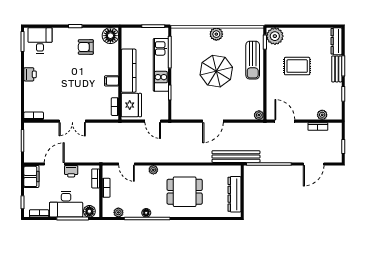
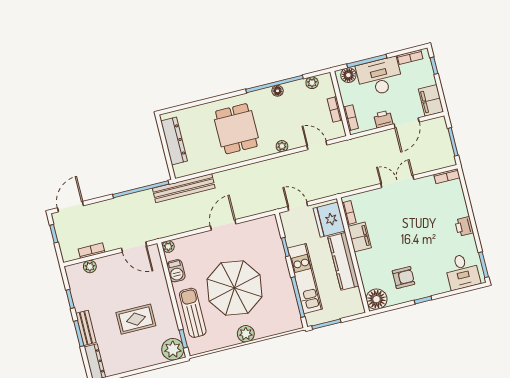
parasol: (216, 71) -> (234, 288), width x1.36, depth x1.36
filing cabinet: (112, 81) -> (360, 237), width x2.00
barbecue: (257, 95) -> (176, 271), added
door: (314, 164) -> (71, 207), moved
dining table: (185, 192) -> (236, 129), turned 90

